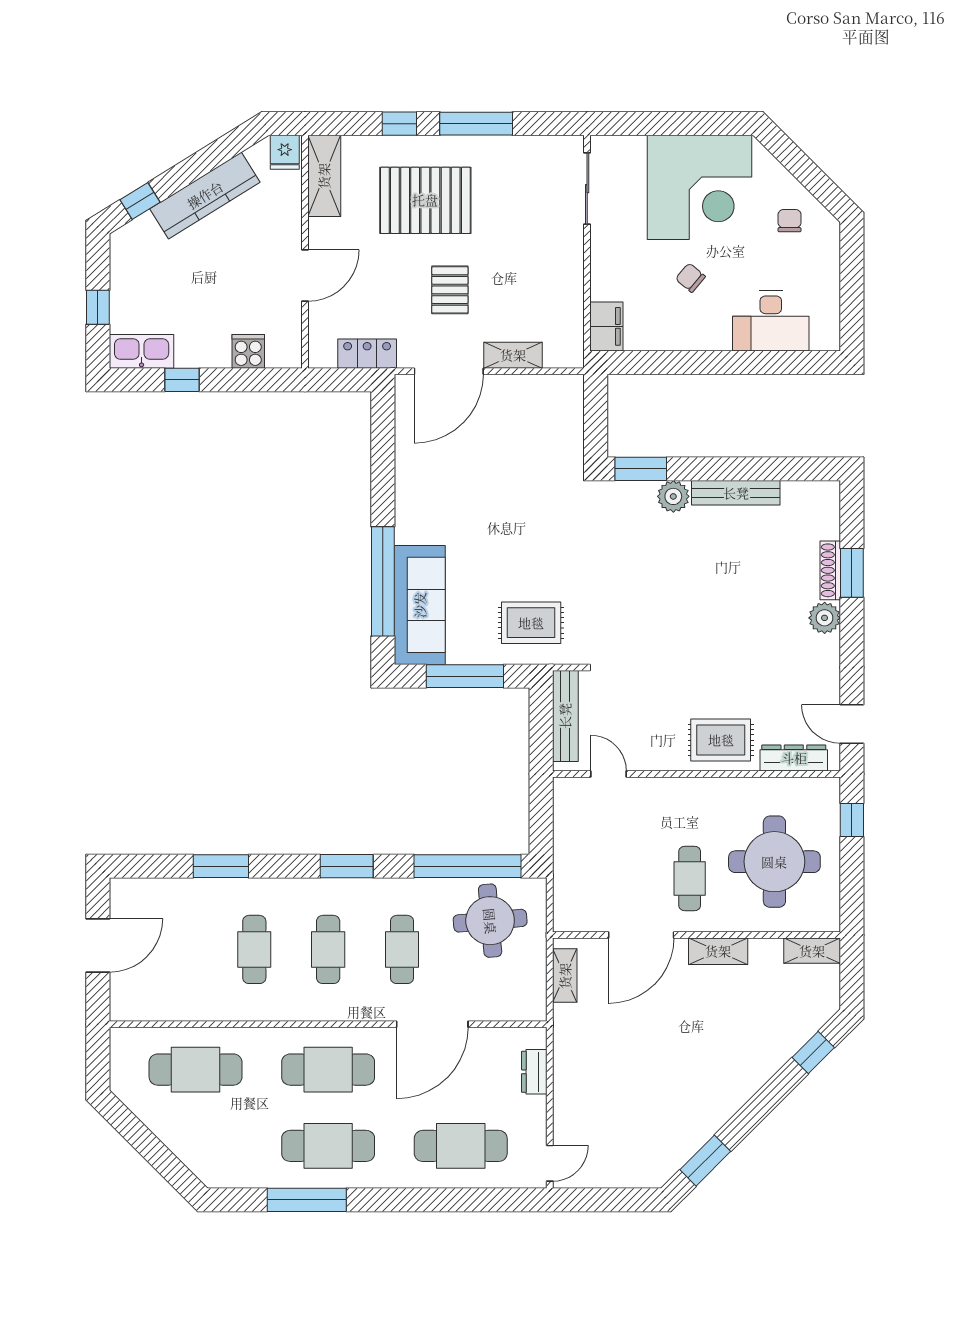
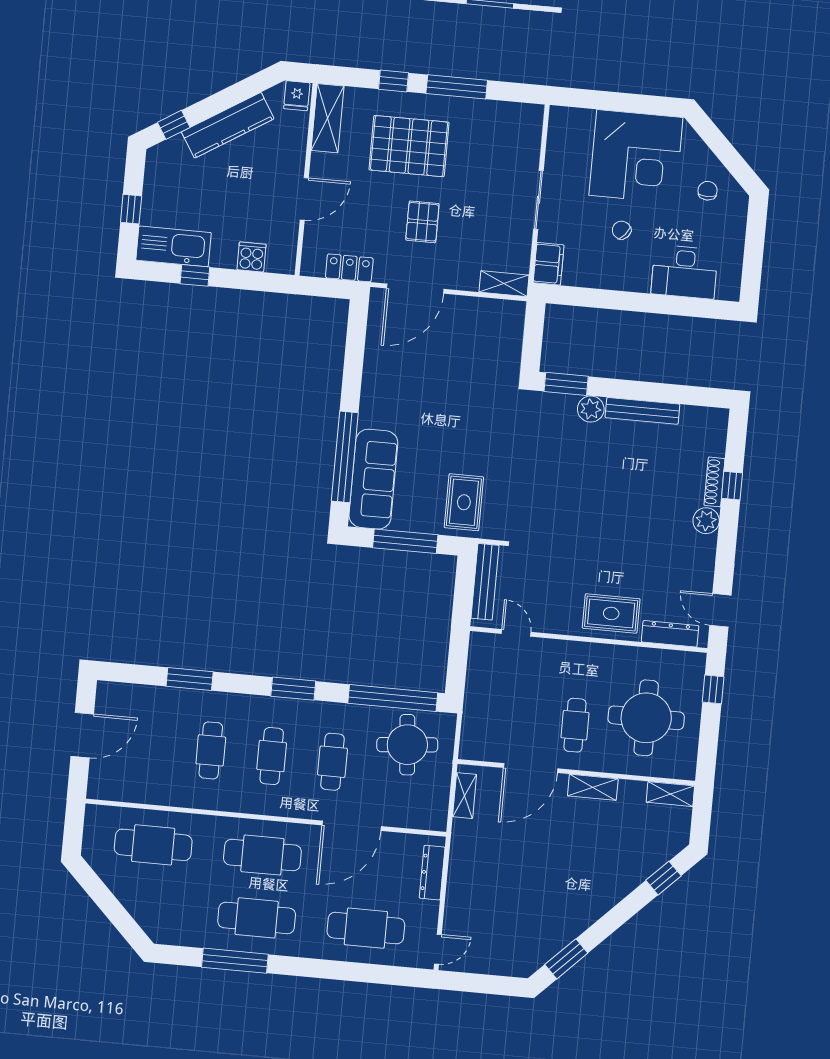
sliding door: (587, 189) -> (538, 200), moved
kitchen sink: (142, 351) -> (174, 246), width x1.36, depth x1.24
shelving: (513, 355) -> (504, 284), moved
window: (852, 573) -> (732, 486), width x0.67
rug: (531, 623) -> (464, 502), turned 90
dresser: (534, 1072) -> (432, 873), width x1.44

